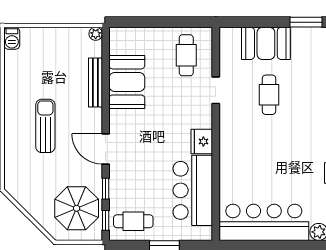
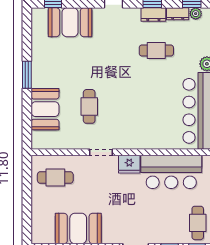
doorway: (216, 90) -> (101, 152), moved
cafe table: (269, 95) -> (89, 106), turned 90

